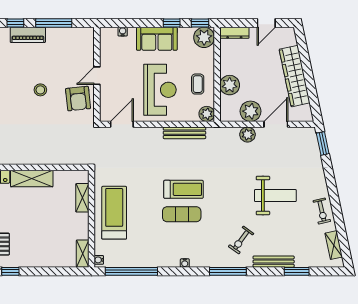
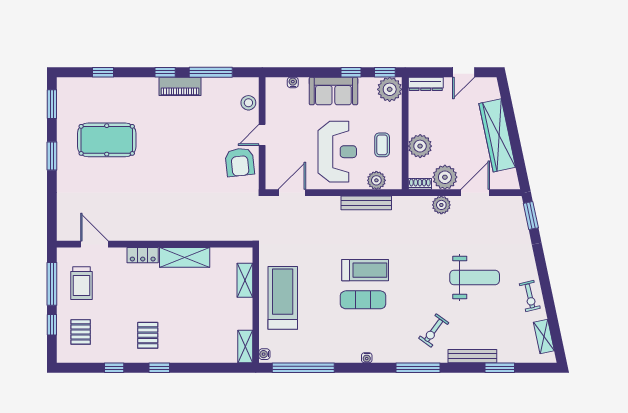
stool: (40, 90) -> (248, 103), moved
plant: (207, 114) -> (376, 180), moved
shoe rack: (229, 117) -> (420, 184), added

